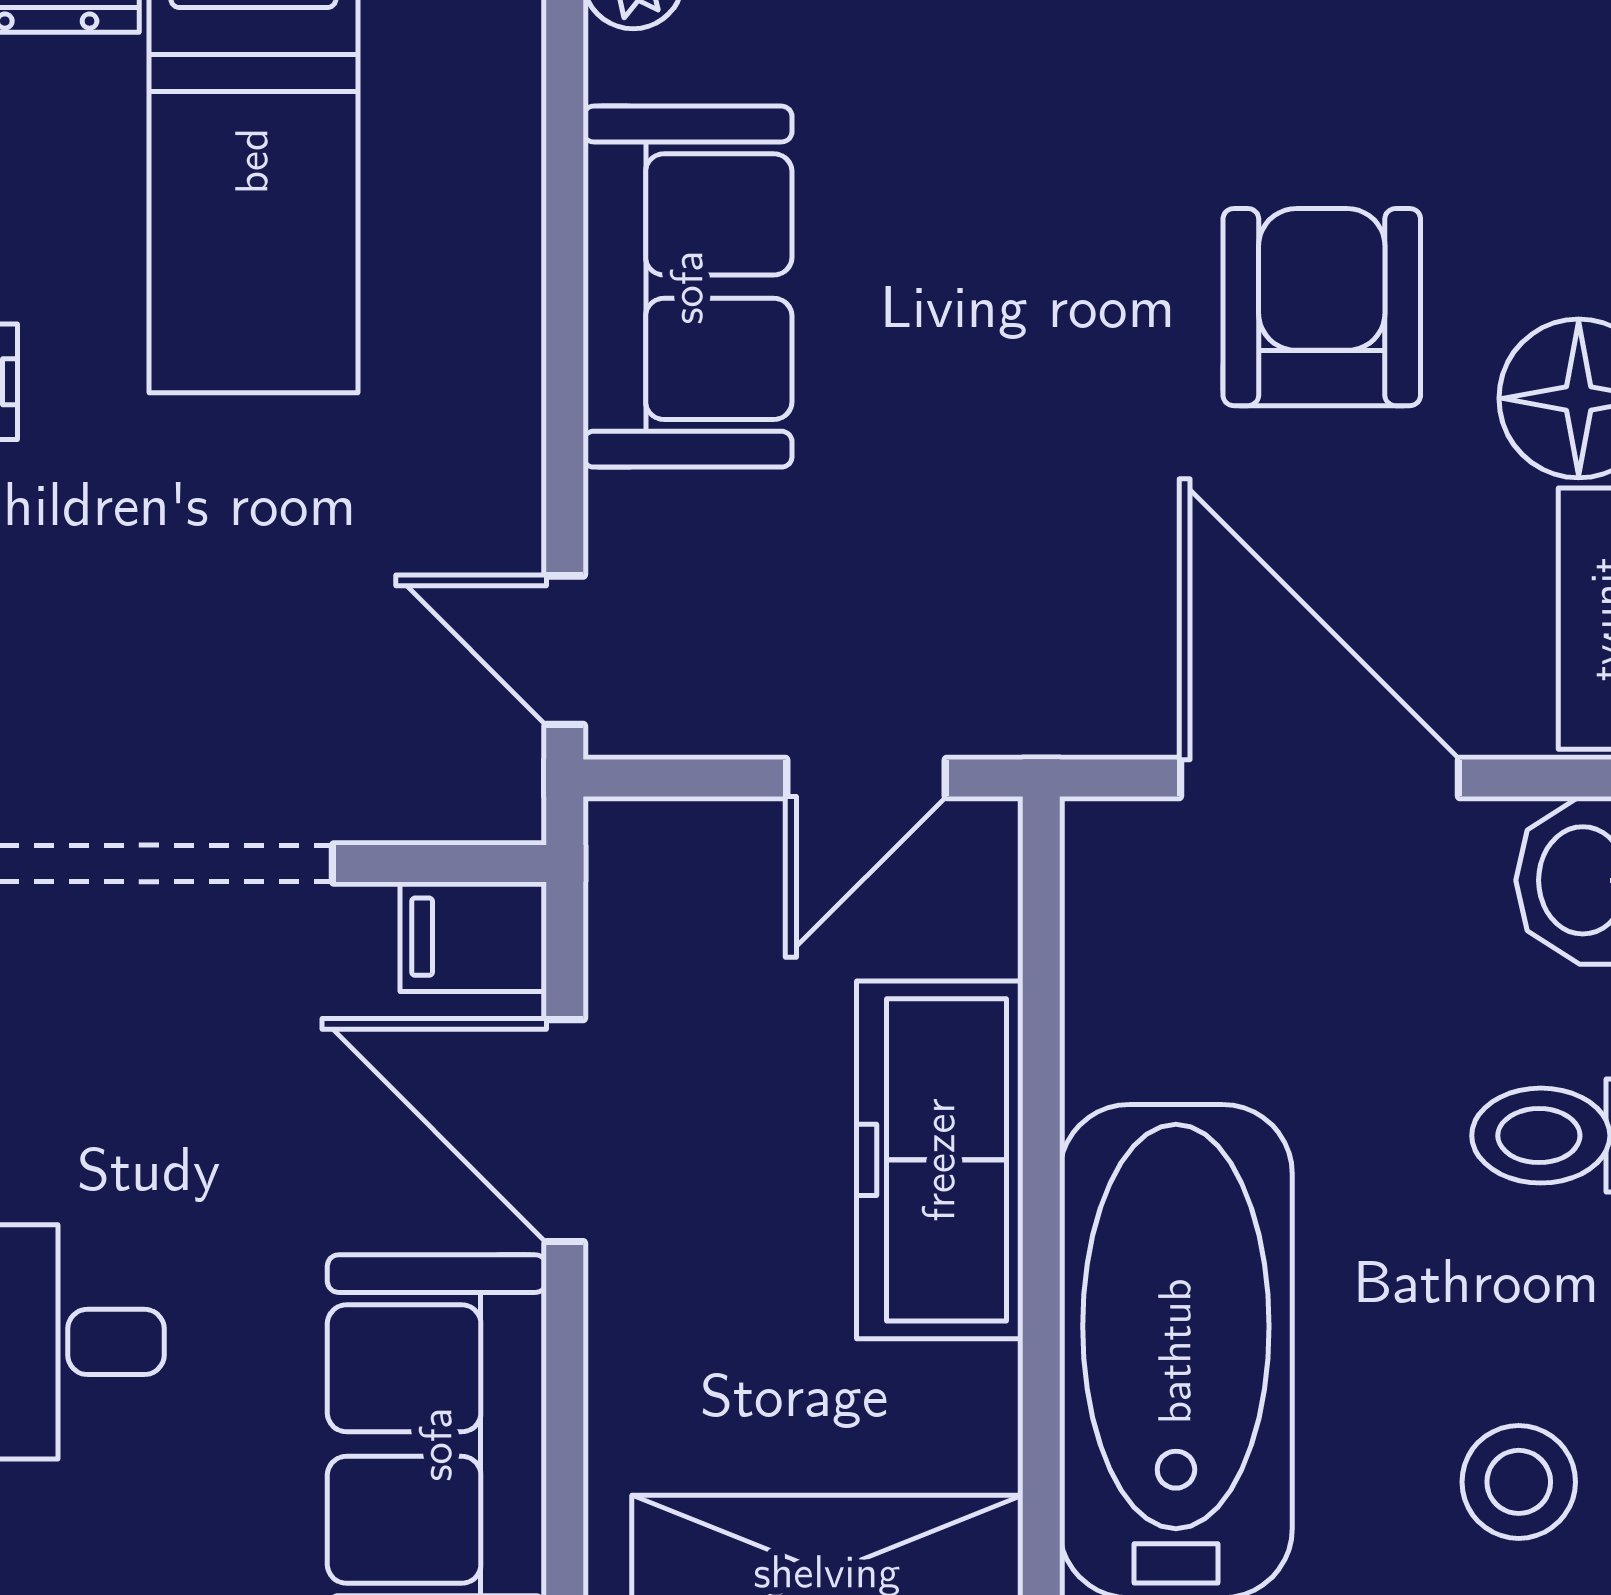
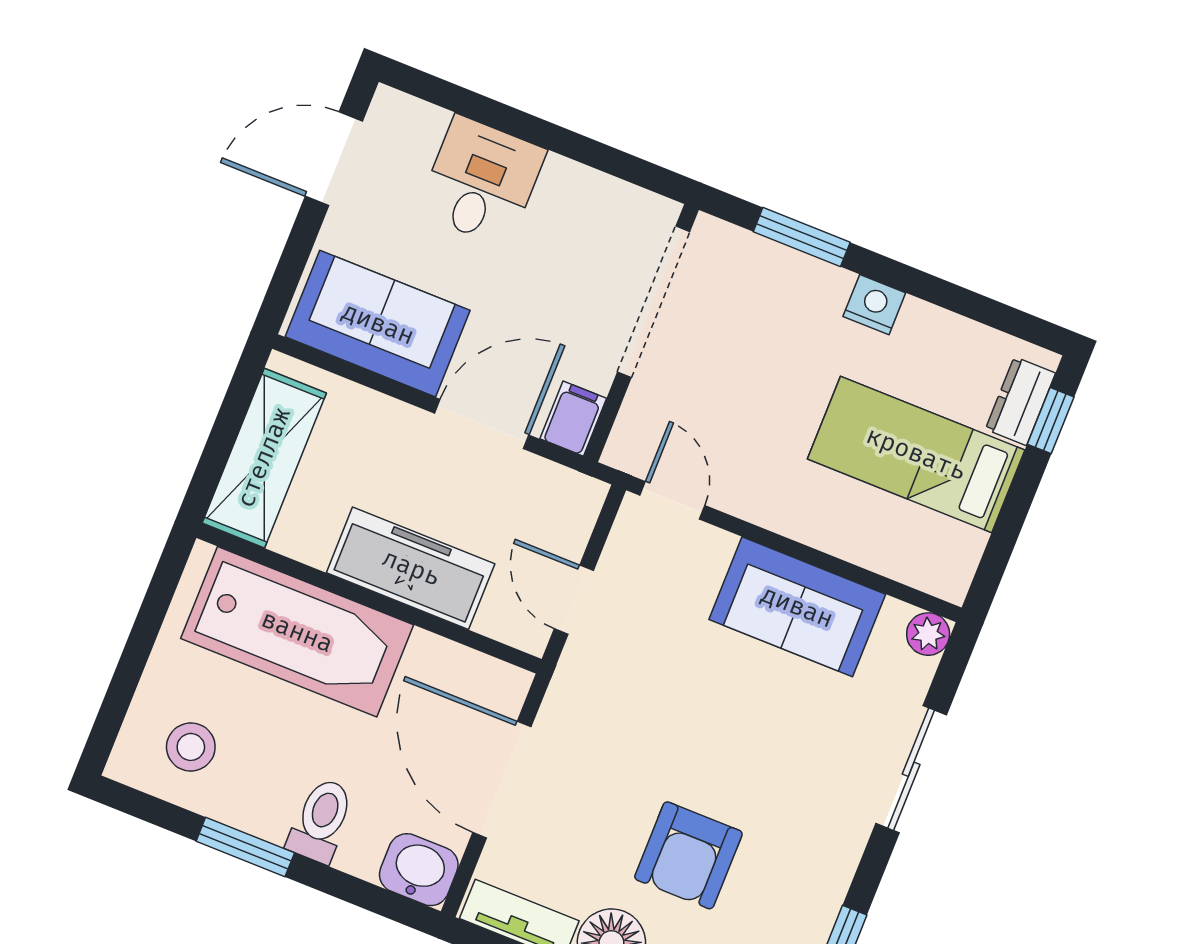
armchair: (1322, 307) -> (688, 855), turned 90
door: (565, 650) -> (672, 500), hinge flipped
door: (1319, 778) -> (502, 780), swing flipped

